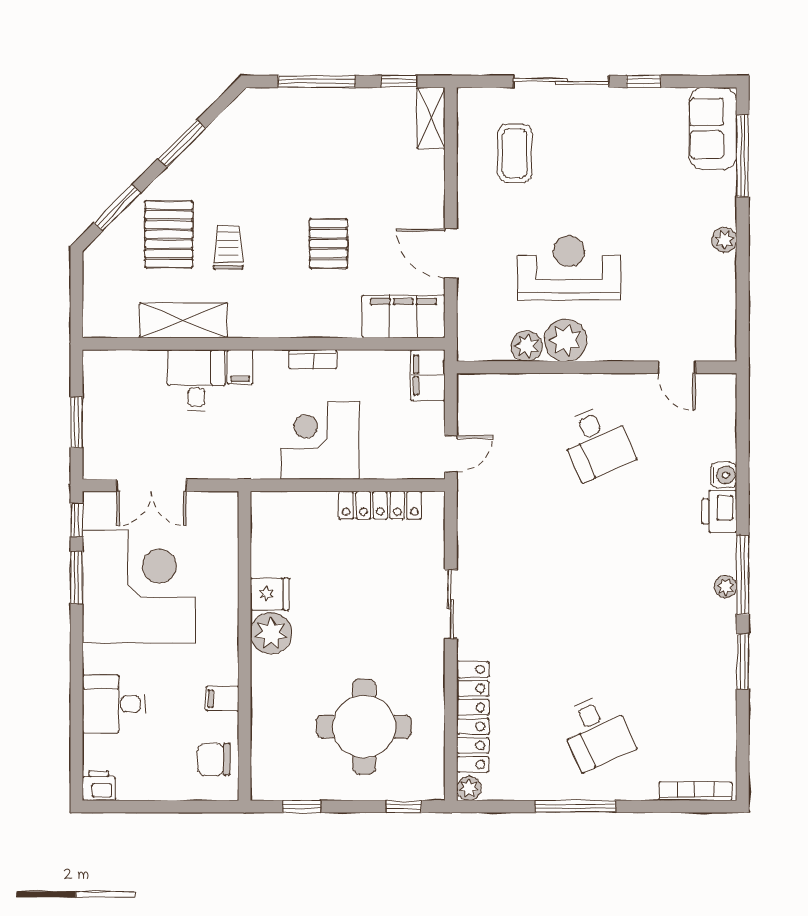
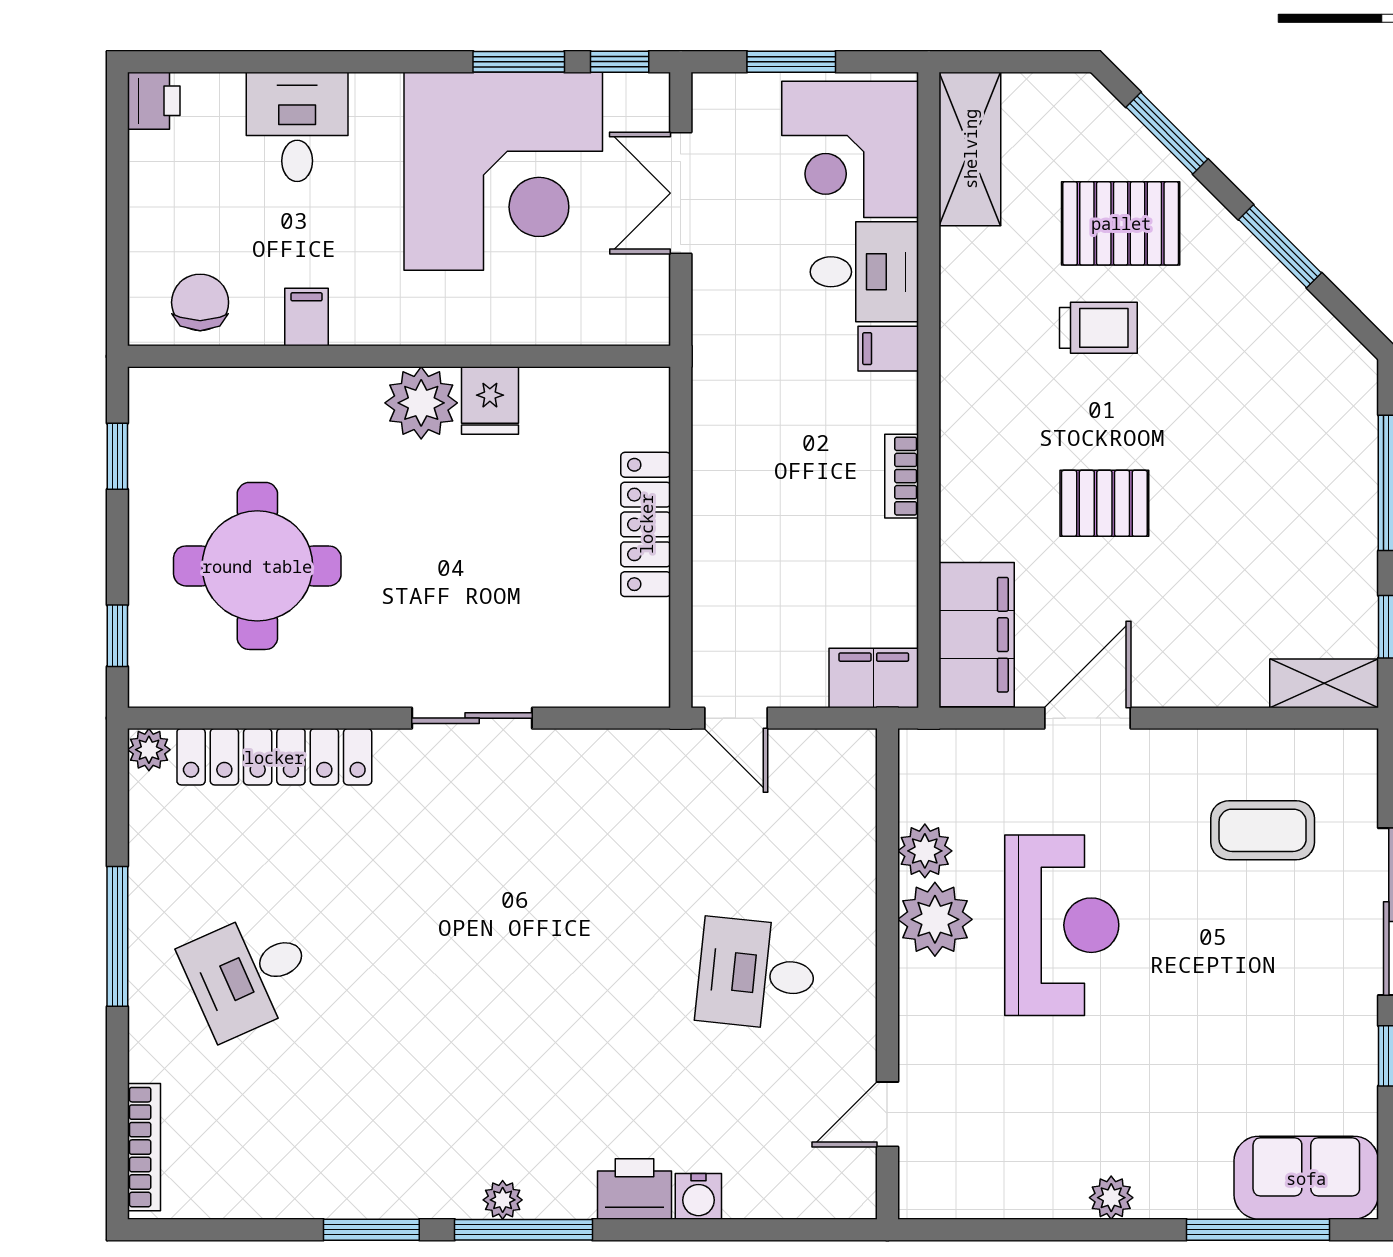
shelving: (183, 320) -> (970, 149), moved
corner desk: (320, 440) -> (850, 149), moved, turned 180
desk: (597, 442) -> (757, 974), turned 30
locker: (380, 505) -> (646, 524), moved

